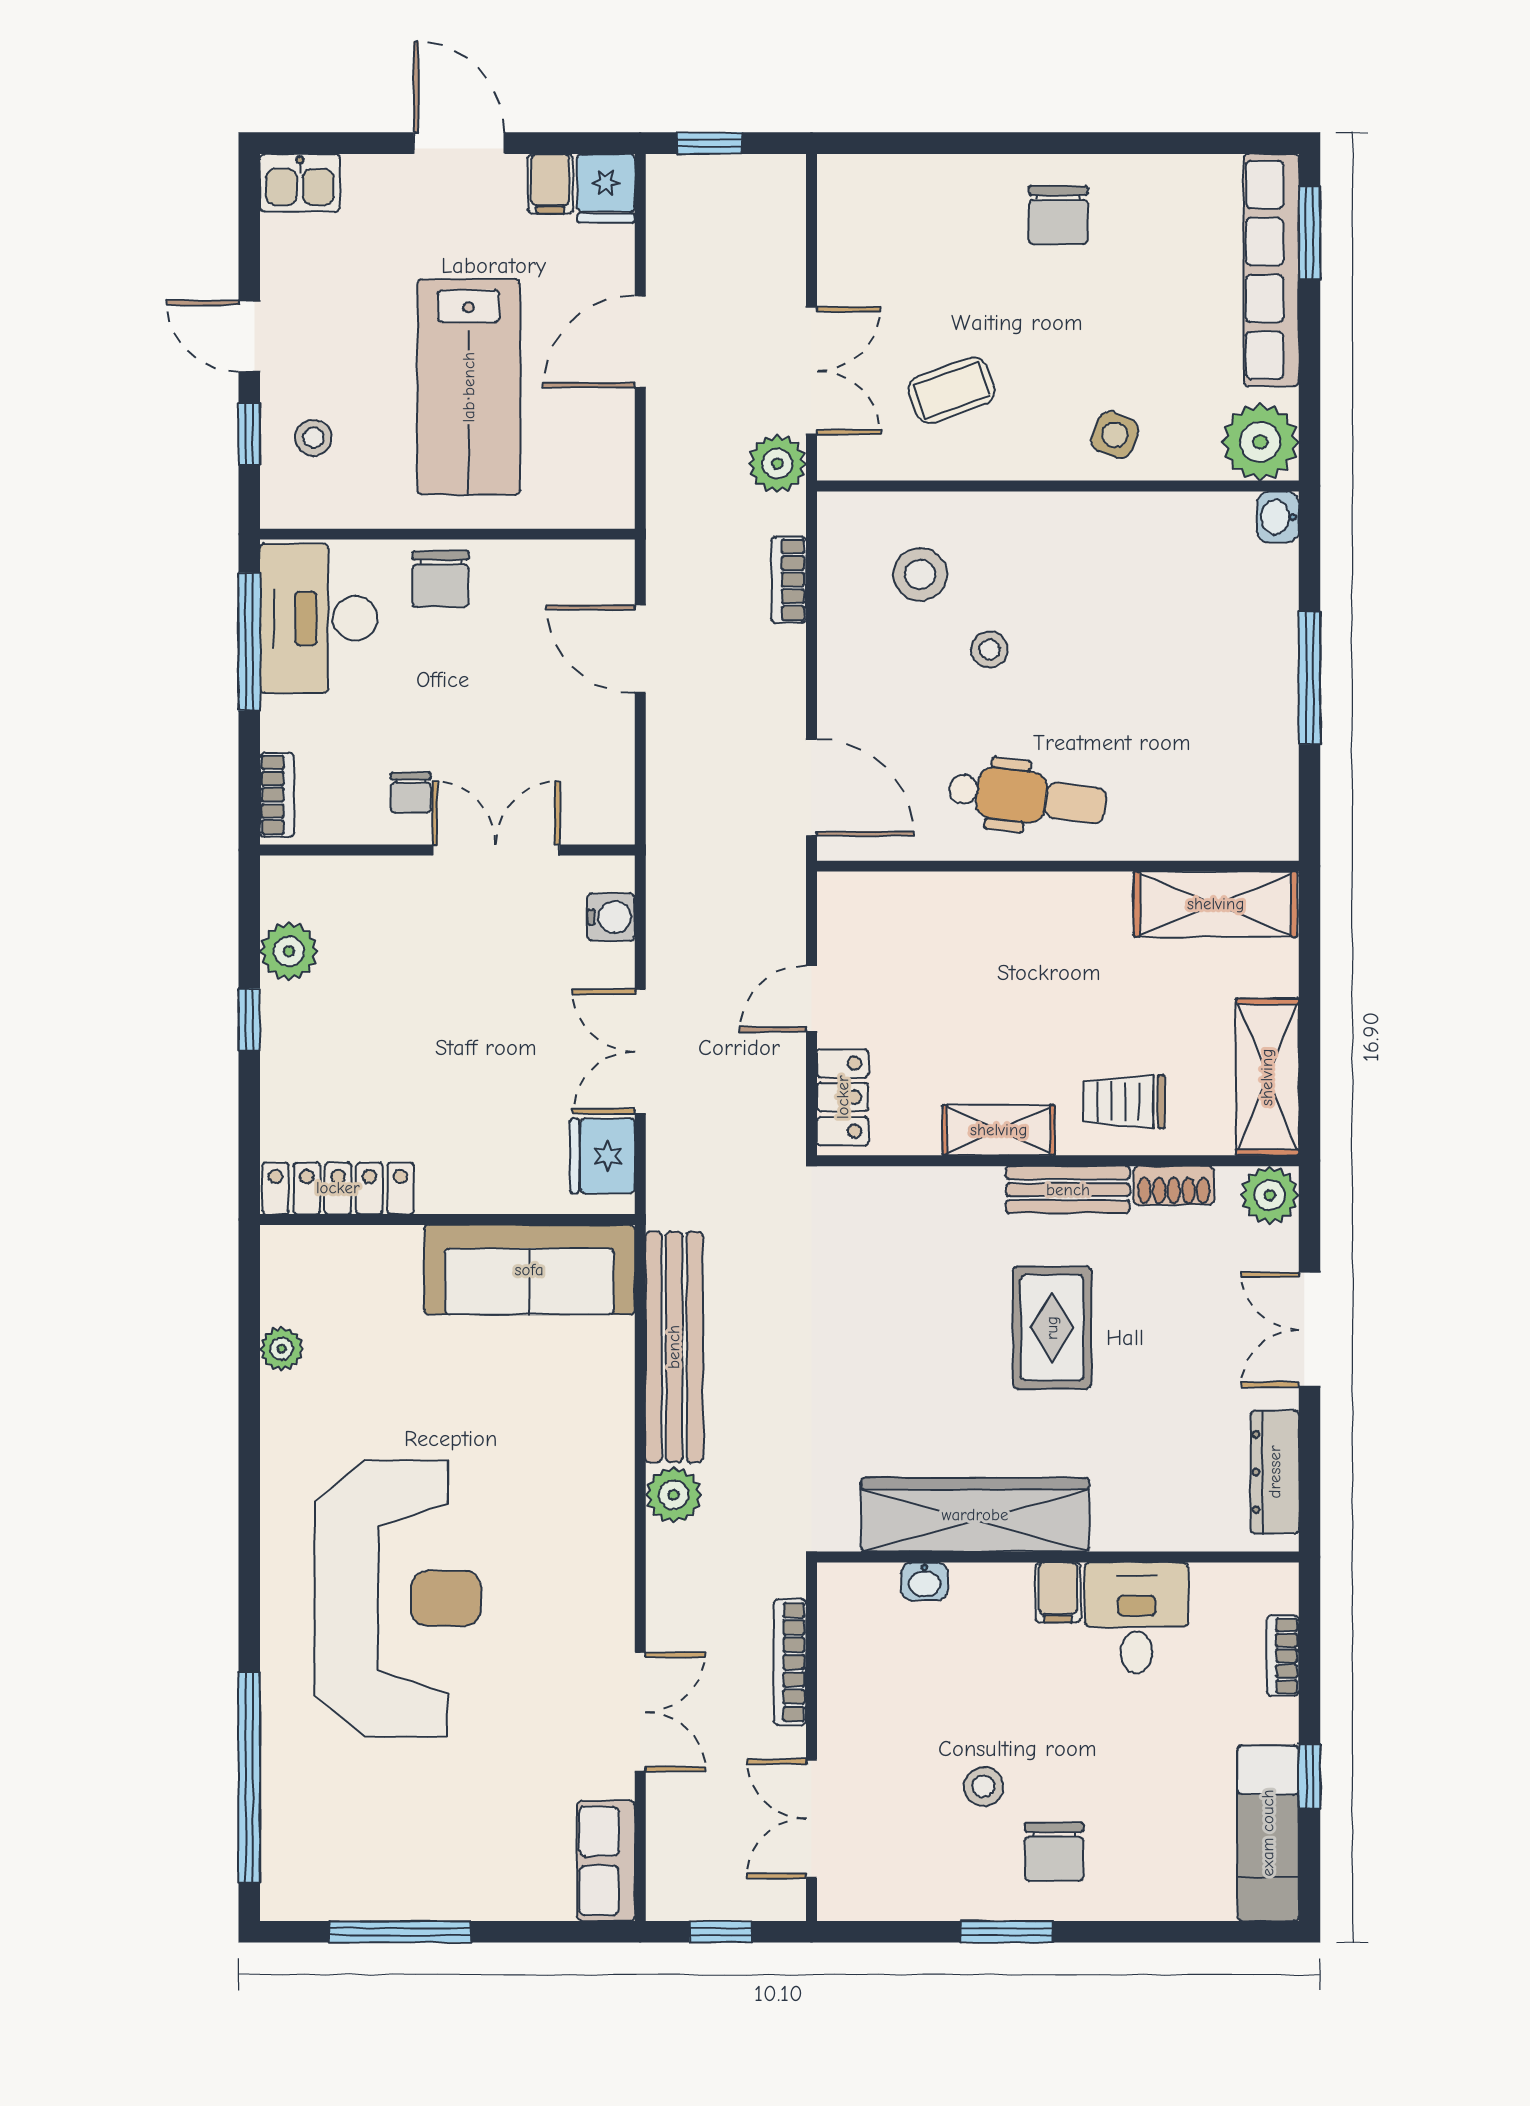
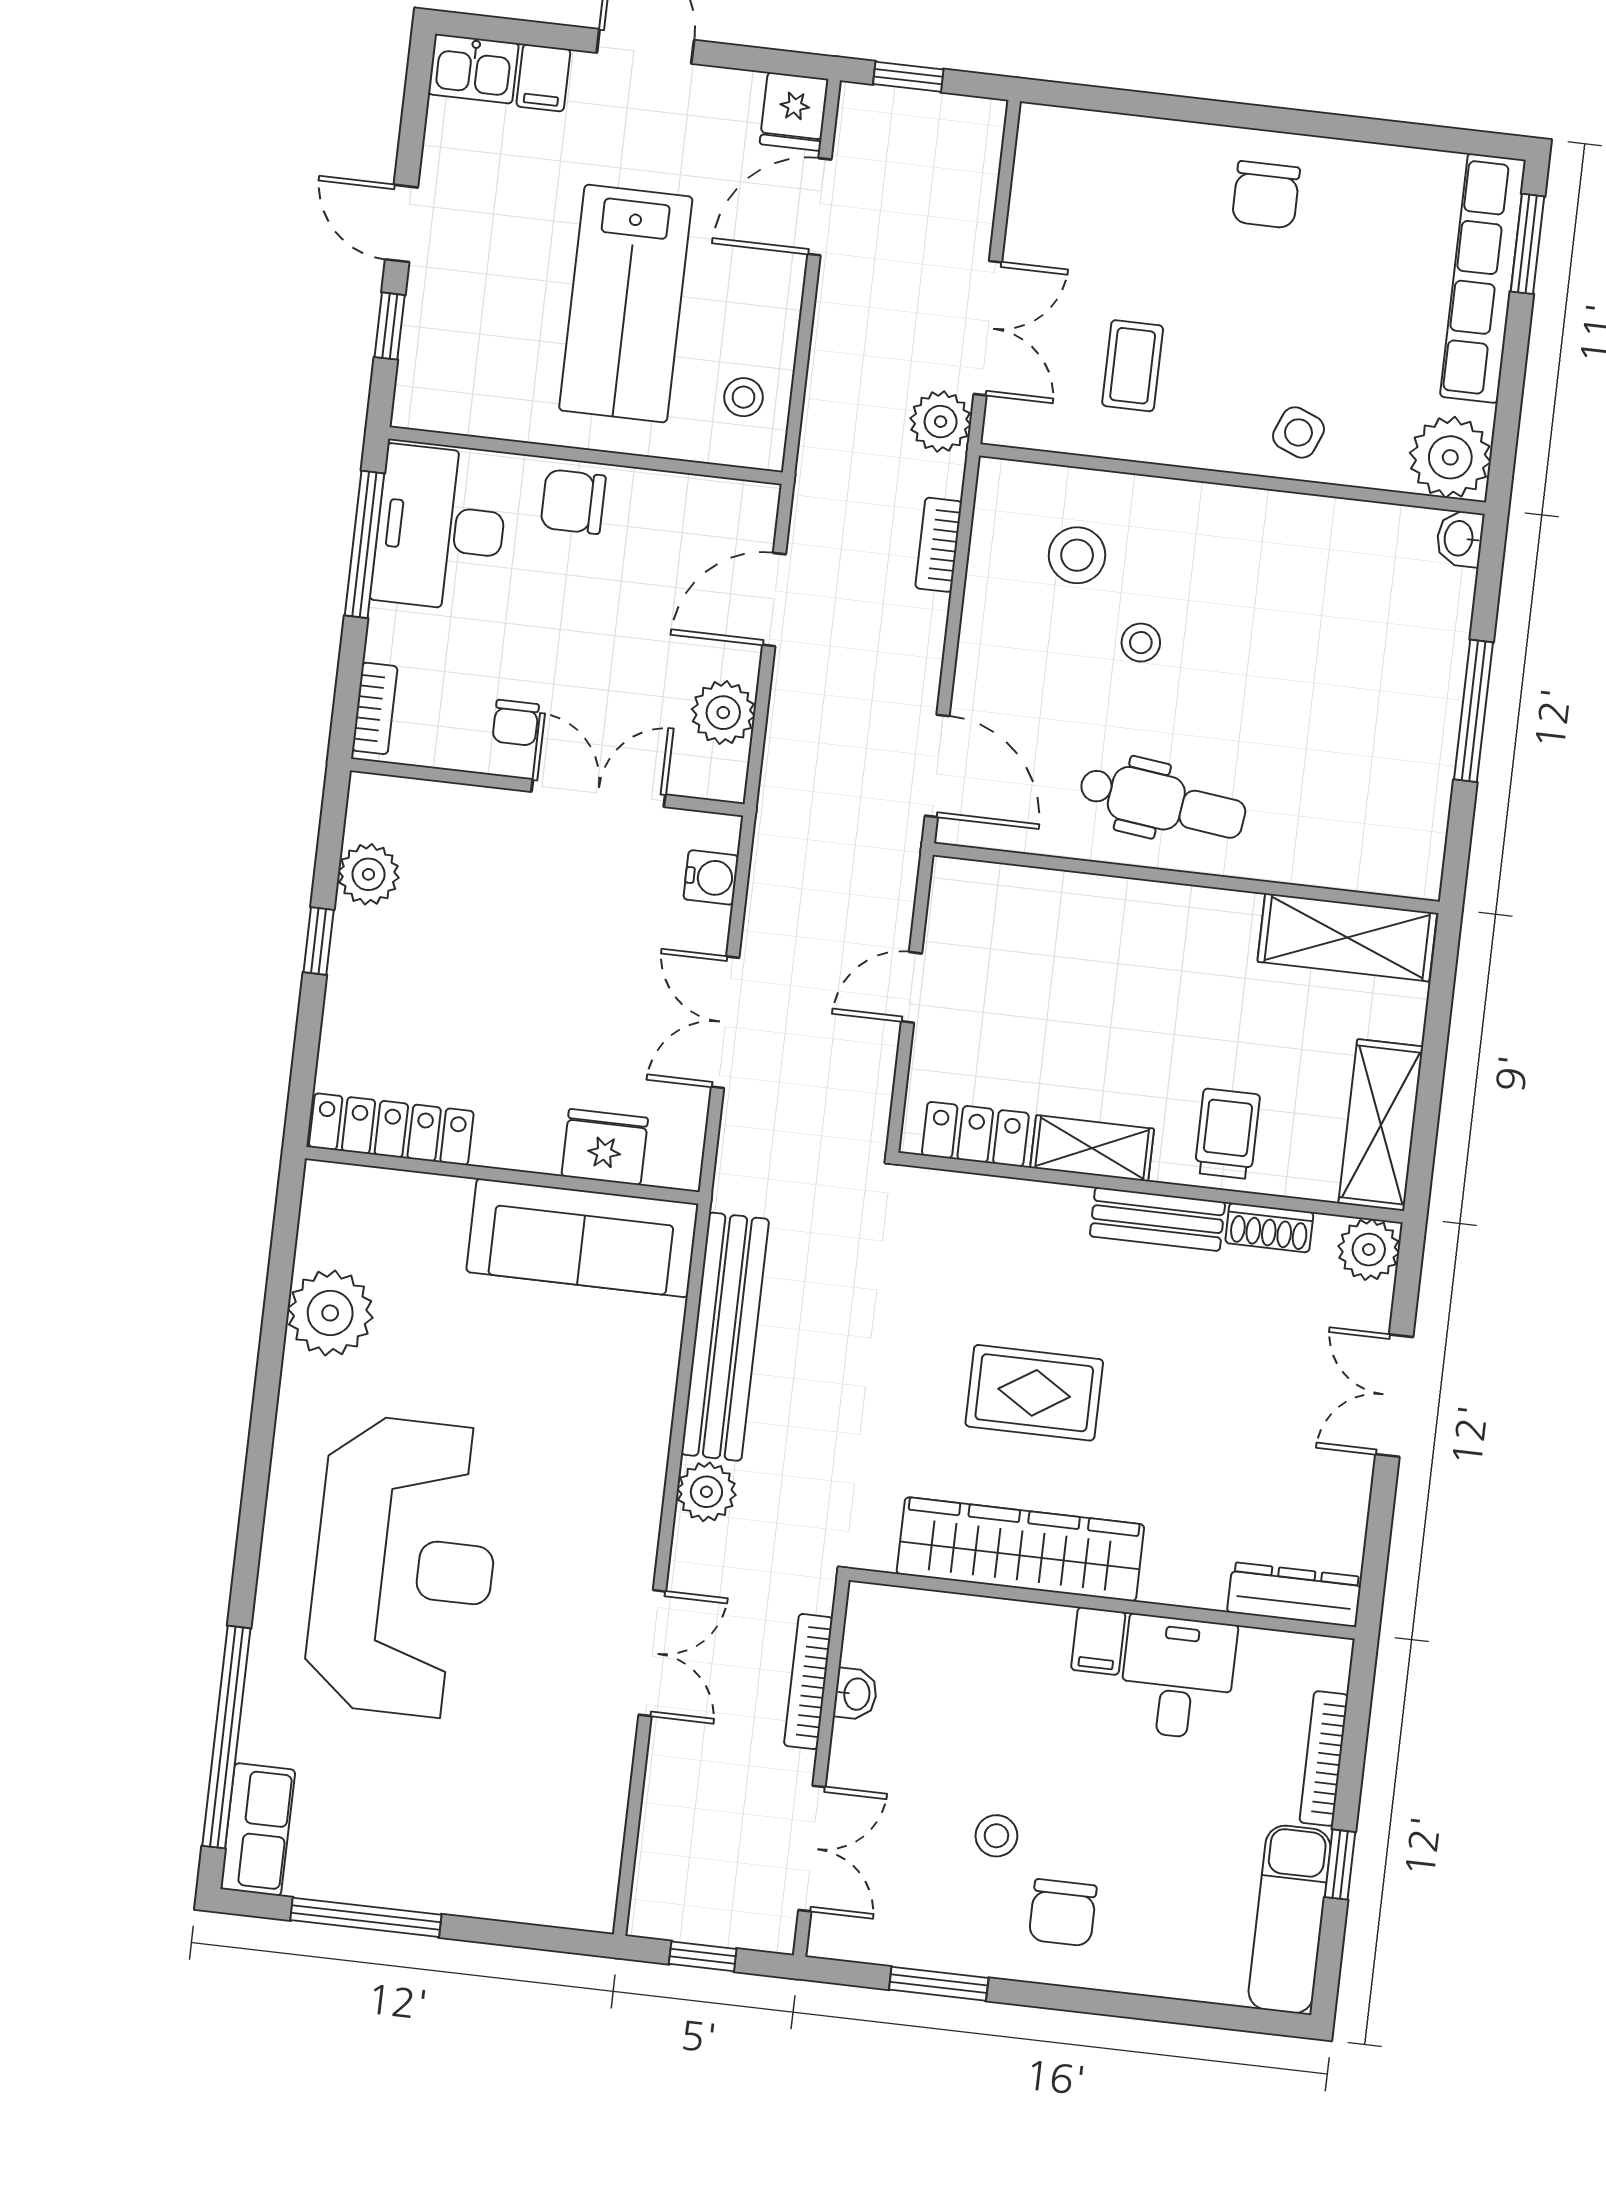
filing cabinet: (550, 184) -> (543, 78), moved
door: (640, 342) -> (820, 207), moved
coffee table: (952, 390) -> (1133, 366), turned -70
stool: (314, 438) -> (743, 397), moved
chair: (441, 579) -> (573, 502), turned 90
door: (640, 649) -> (774, 600), hinge flipped
plant: (605, 761) -> (723, 713), added
locker: (843, 1097) -> (975, 1134), moved, turned -90
trolley: (1124, 1102) -> (1227, 1134), turned 90
fridge: (602, 1156) -> (605, 1147), moved, turned 90
rug: (1052, 1328) -> (1034, 1393), moved, turned 90
plant: (282, 1349) -> (330, 1313), width x1.88, depth x1.88
dresser: (1275, 1472) -> (1294, 1595), moved, turned 90
washbasin: (924, 1581) -> (856, 1694), moved, turned -90
bookcase: (1283, 1656) -> (1324, 1758), width x1.56
double door: (640, 1712) -> (652, 1653), moved
double door: (812, 1819) -> (812, 1849), swing flipped
row of seats: (606, 1861) -> (258, 1829), moved, turned 180
window: (1007, 1932) -> (939, 1984), moved

